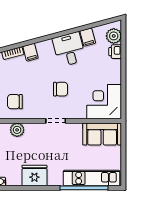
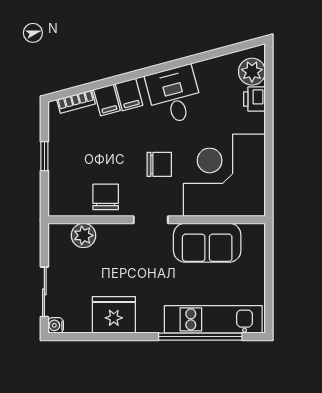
filing cabinet: (88, 37) -> (129, 95), moved
chair: (15, 102) -> (106, 197), moved, turned 90
corner desk: (104, 102) -> (224, 175), width x1.36, depth x1.36
sofa: (102, 134) -> (207, 243), moved

